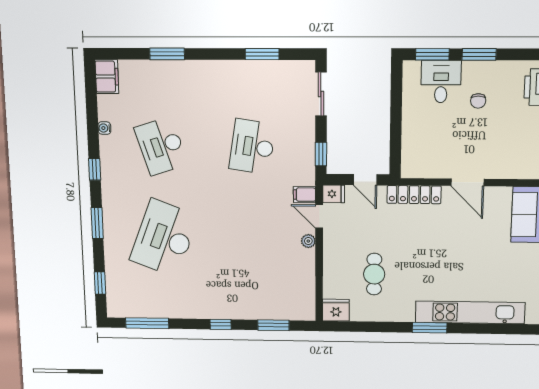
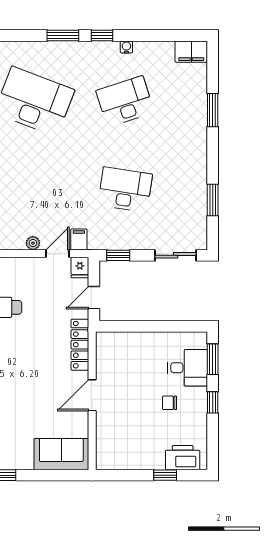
window: (479, 54) -> (213, 402), width x0.67
water cooler: (104, 128) -> (126, 47), moved
window: (97, 223) -> (63, 36), moved

